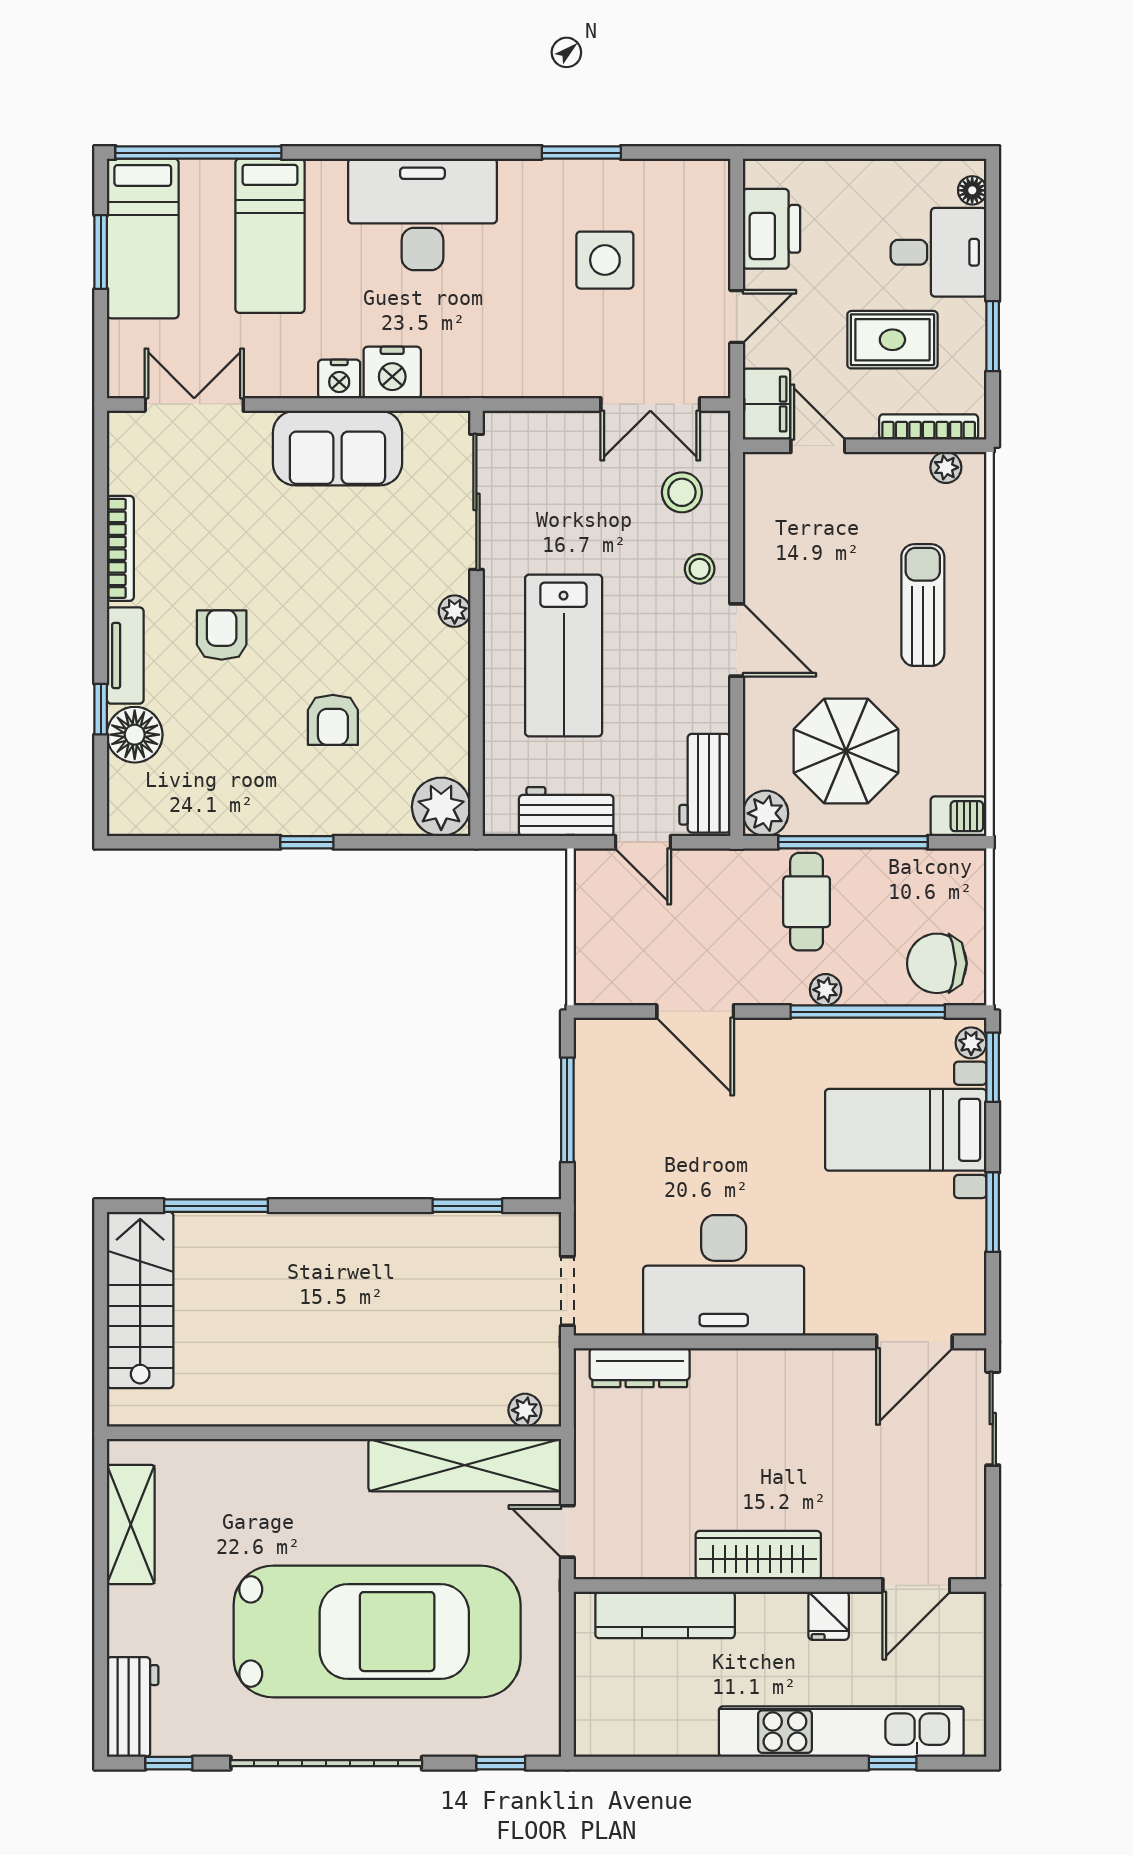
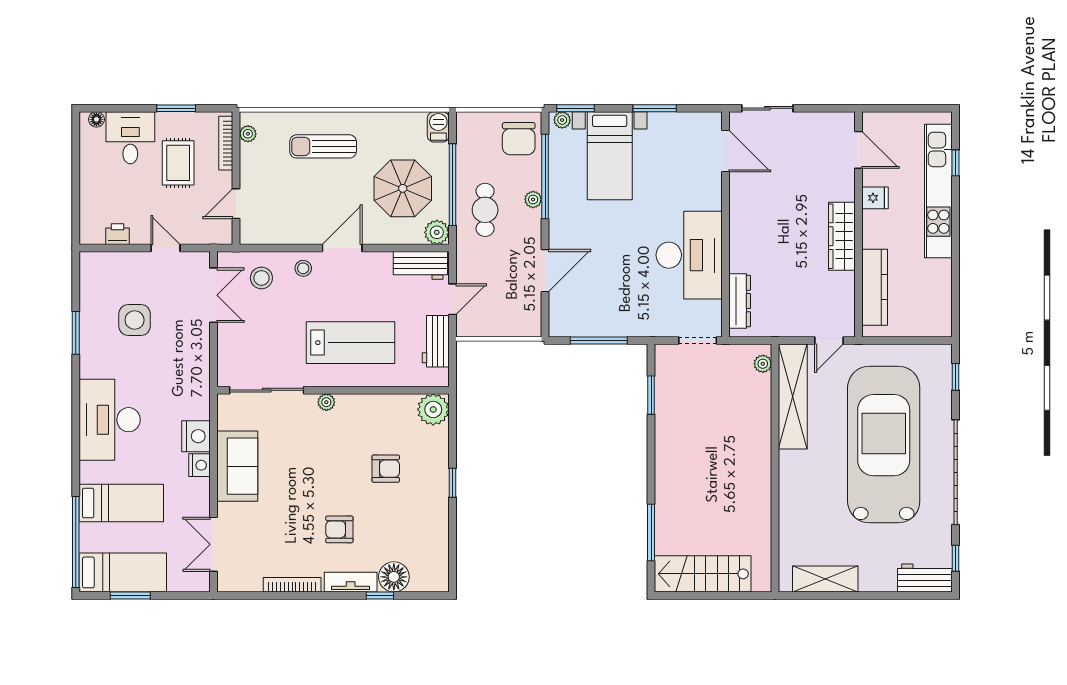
printer: (772, 229) -> (117, 234), width x0.53, depth x0.68
filing cabinet: (767, 404) -> (213, 232), removed
cafe table: (807, 902) -> (485, 210), turned 90

